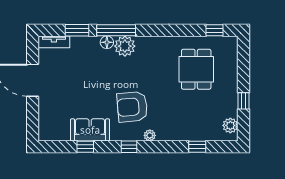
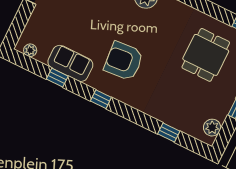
plant: (150, 135) -> (30, 50), moved

